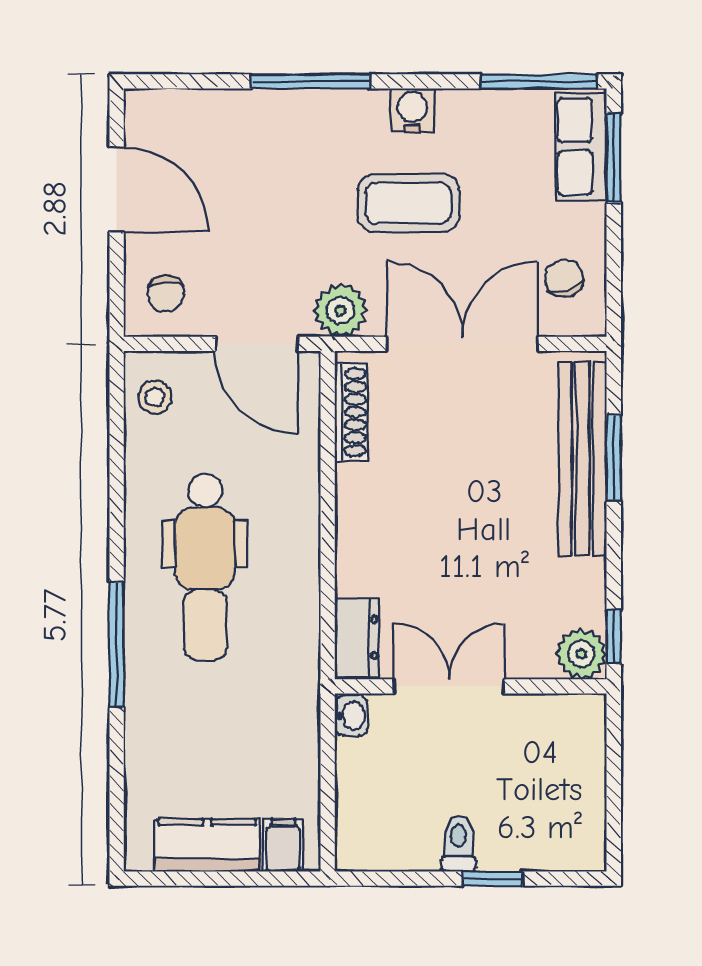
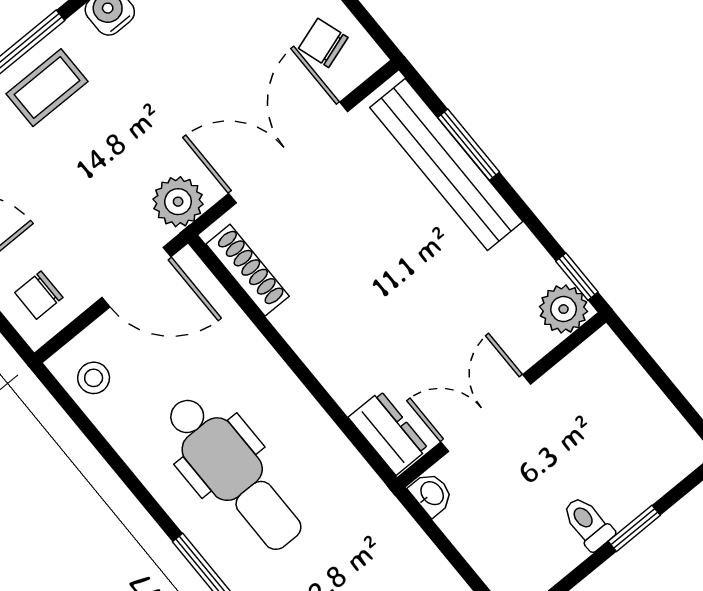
coffee table: (408, 203) -> (47, 88), moved, width x0.73, depth x0.77
chair: (166, 293) -> (39, 295), turned 90

